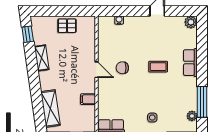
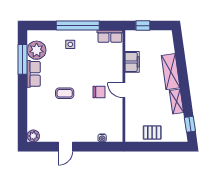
row of seats: (190, 63) -> (34, 74), moved
filing cabinet: (88, 99) -> (132, 62), width x2.00
shelving: (50, 108) -> (171, 72), moved
plant: (192, 116) -> (37, 50), width x1.88, depth x1.88

